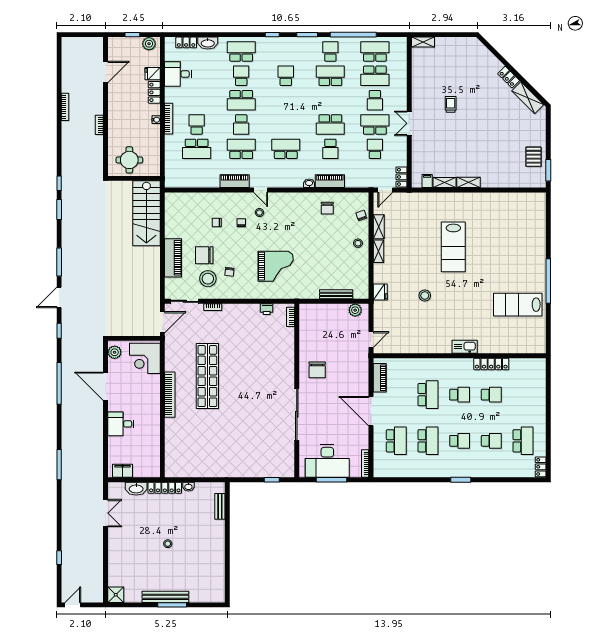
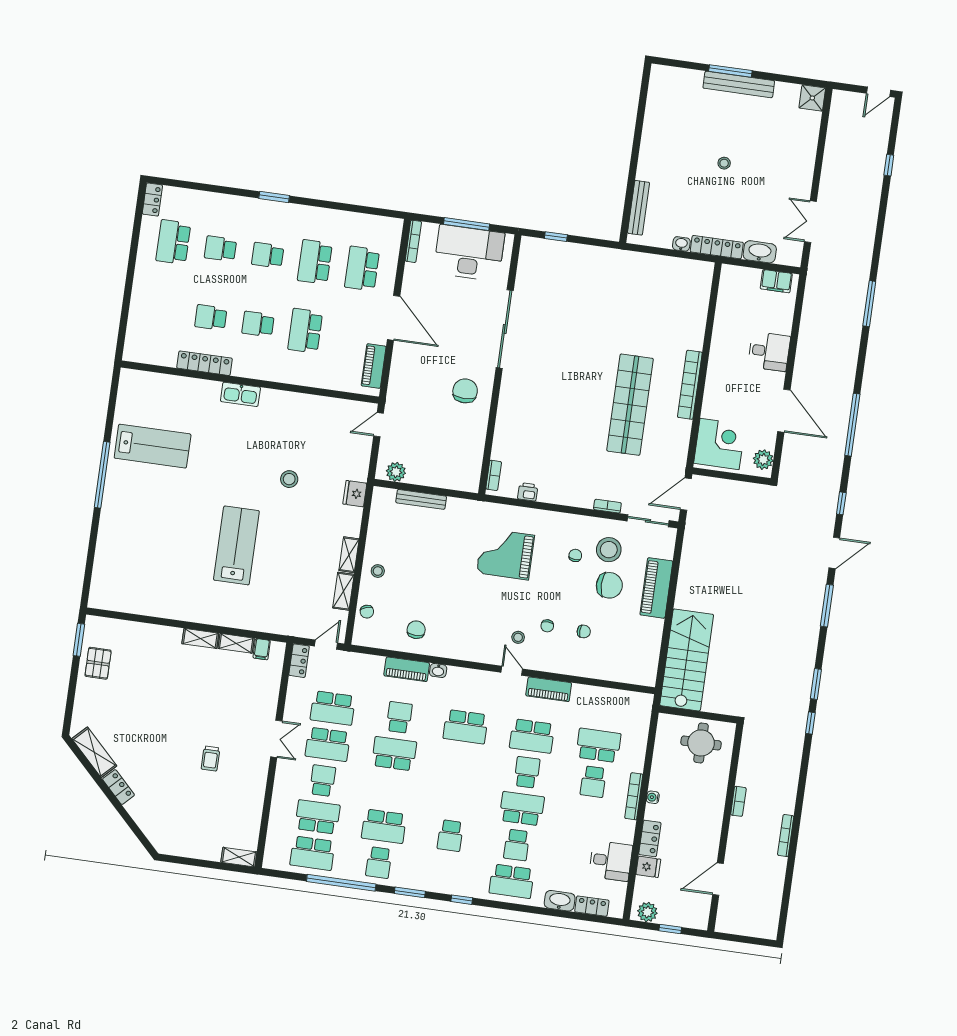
school desk: (375, 149) -> (333, 708), width x1.85
bench: (220, 506) -> (639, 208), width x1.36

